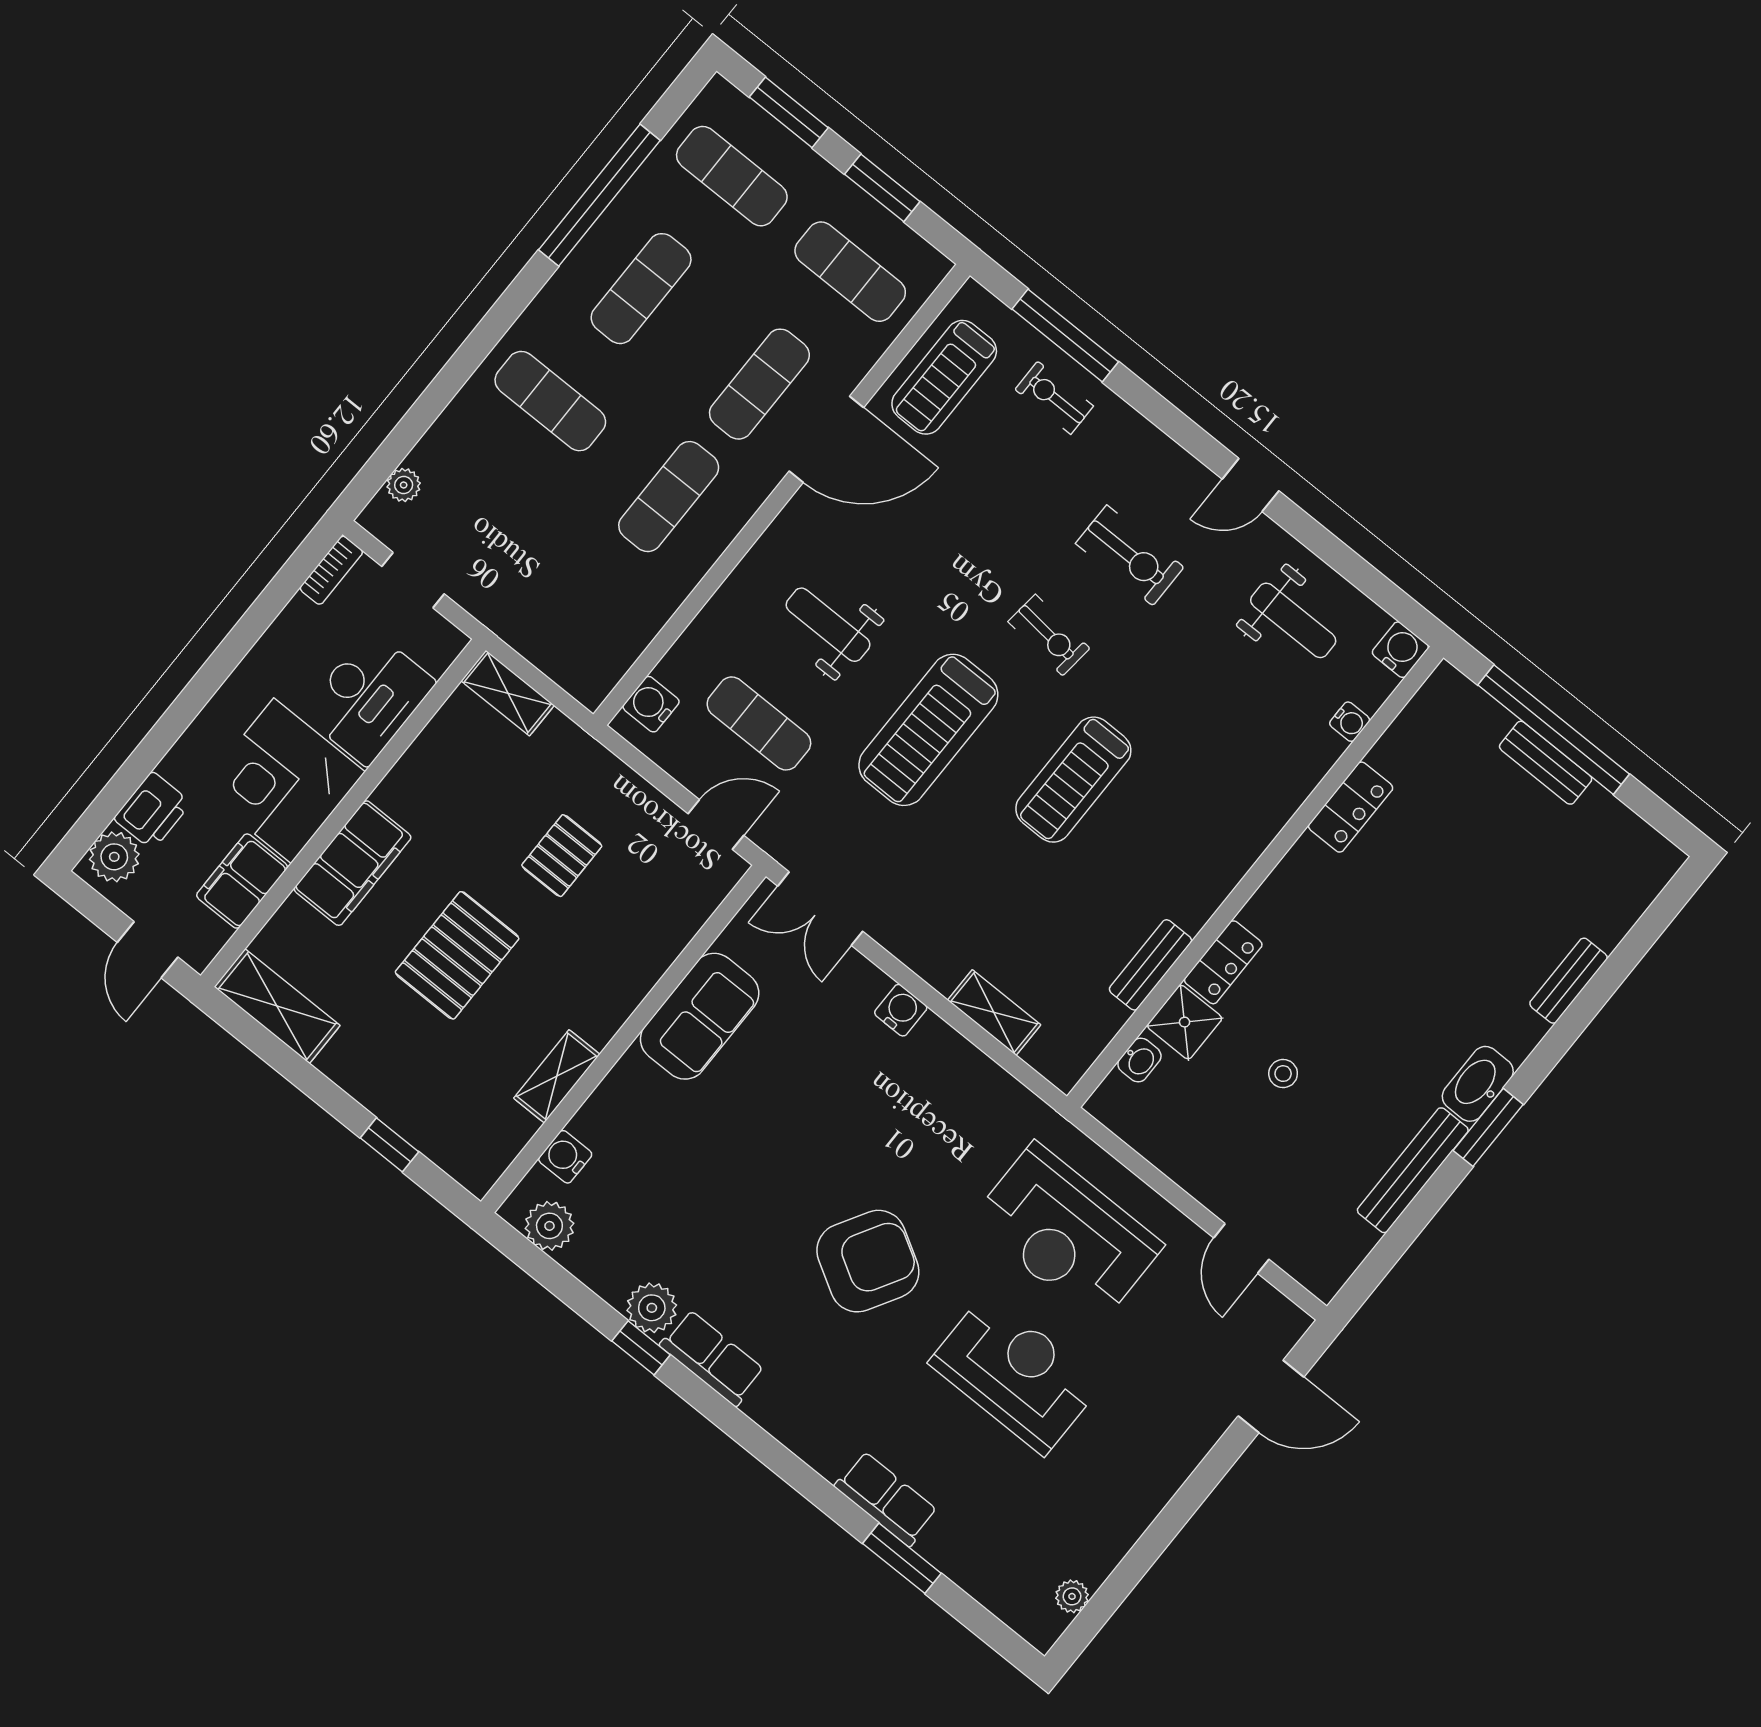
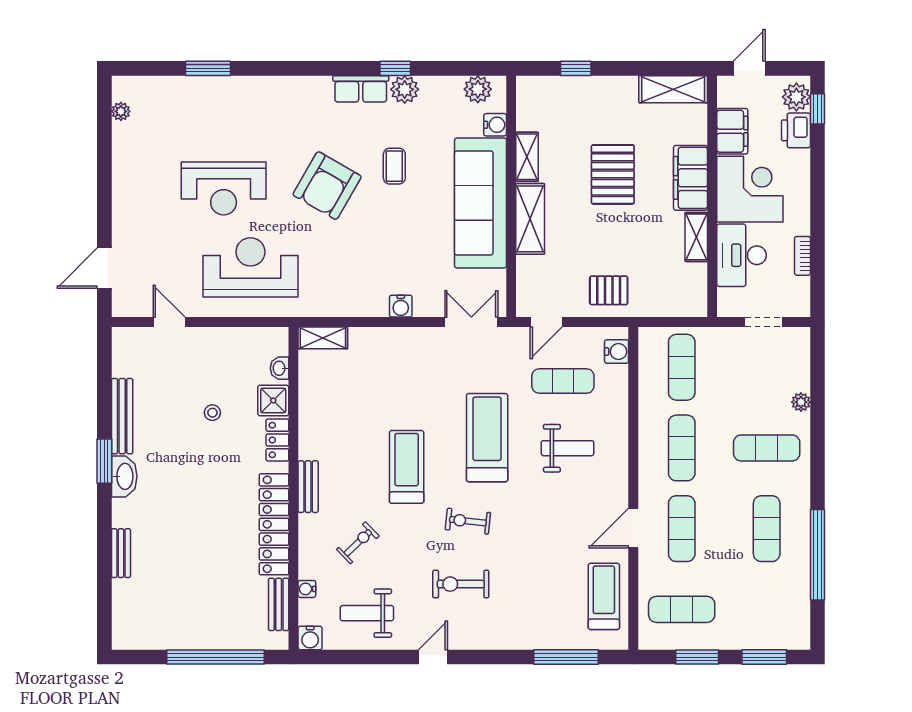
exercise mat: (732, 176) -> (682, 367), moved, turned 90
exercise bike: (1054, 398) -> (358, 543), moved, turned -44
door: (826, 439) -> (633, 528), width x0.73
plant: (404, 485) -> (801, 402), moved
bookcase: (331, 570) -> (803, 256), moved
shelving: (508, 693) -> (696, 237), moved, turned 90
bench: (1546, 763) -> (279, 604), moved, turned 90
locker: (1351, 807) -> (274, 524), width x2.16, depth x1.21
window: (98, 816) -> (818, 109), added
pallet: (562, 856) -> (609, 290), moved, turned 90
door: (148, 950) -> (749, 68), hinge flipped
bench: (1150, 965) -> (308, 487), moved
shelving: (622, 986) -> (530, 219), added
shelving: (994, 1013) -> (323, 338), moved
sofa: (700, 1016) -> (481, 203), width x1.85, depth x1.27
coffee table: (752, 1213) -> (394, 166), added
row of seats: (886, 1499) -> (236, 89), removed

